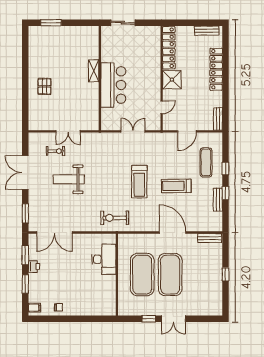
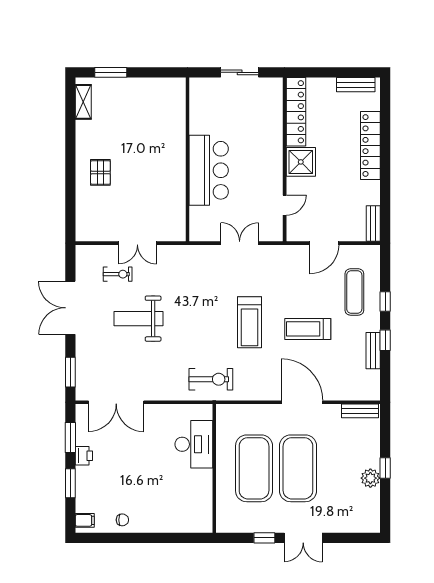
sliding door: (123, 23) -> (240, 72), moved
shelving: (94, 71) -> (83, 102), moved
exercise bike: (115, 218) -> (211, 379), turned 180
plant: (216, 281) -> (370, 478), added

